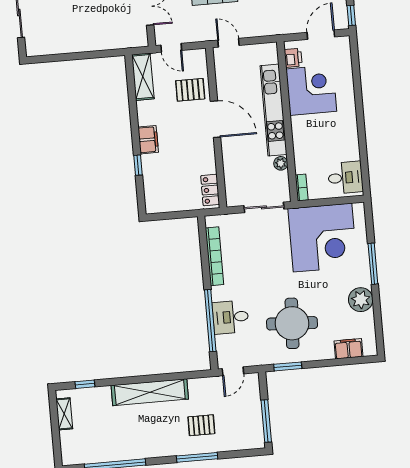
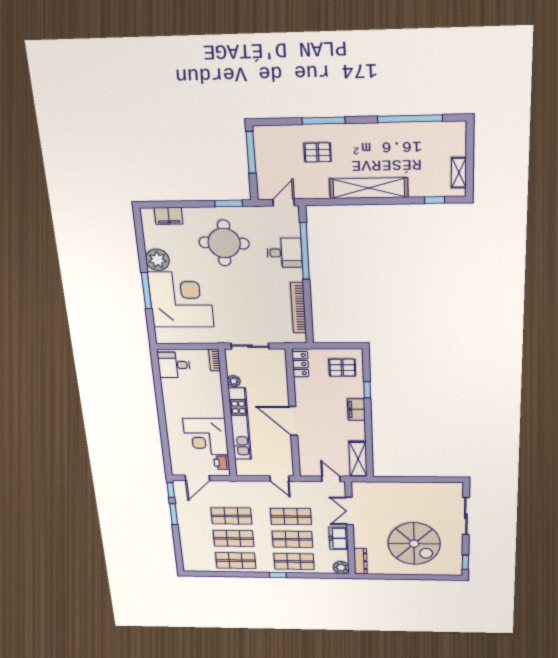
pallet: (190, 90) -> (342, 368), moved
corner desk: (323, 238) -> (181, 300), moved, turned 90

